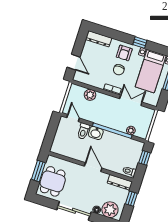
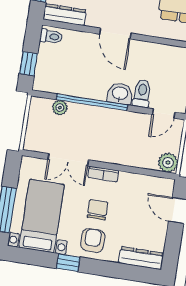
plant: (90, 95) -> (168, 163), moved
door: (73, 118) -> (164, 113), hinge flipped

